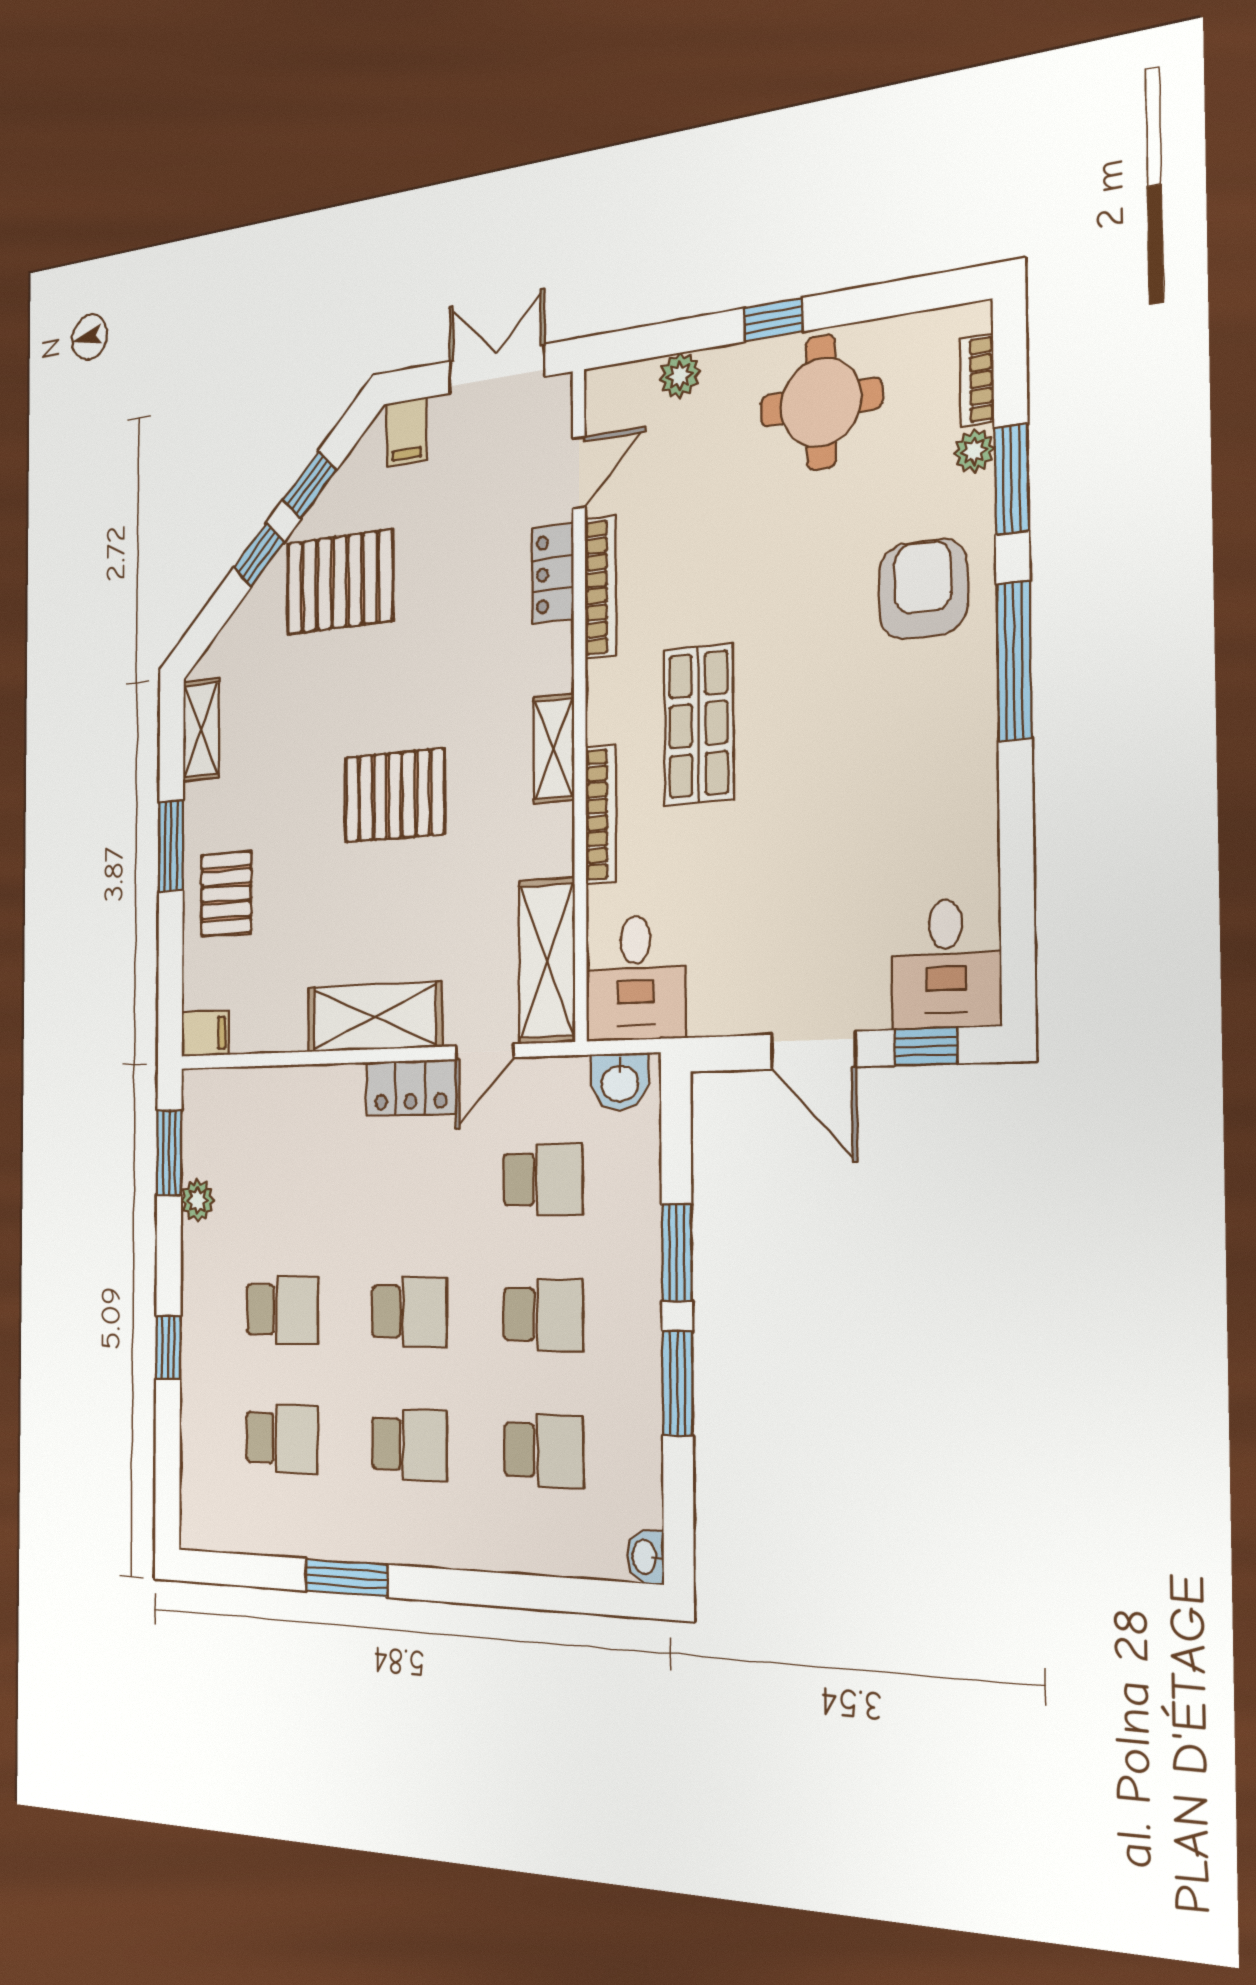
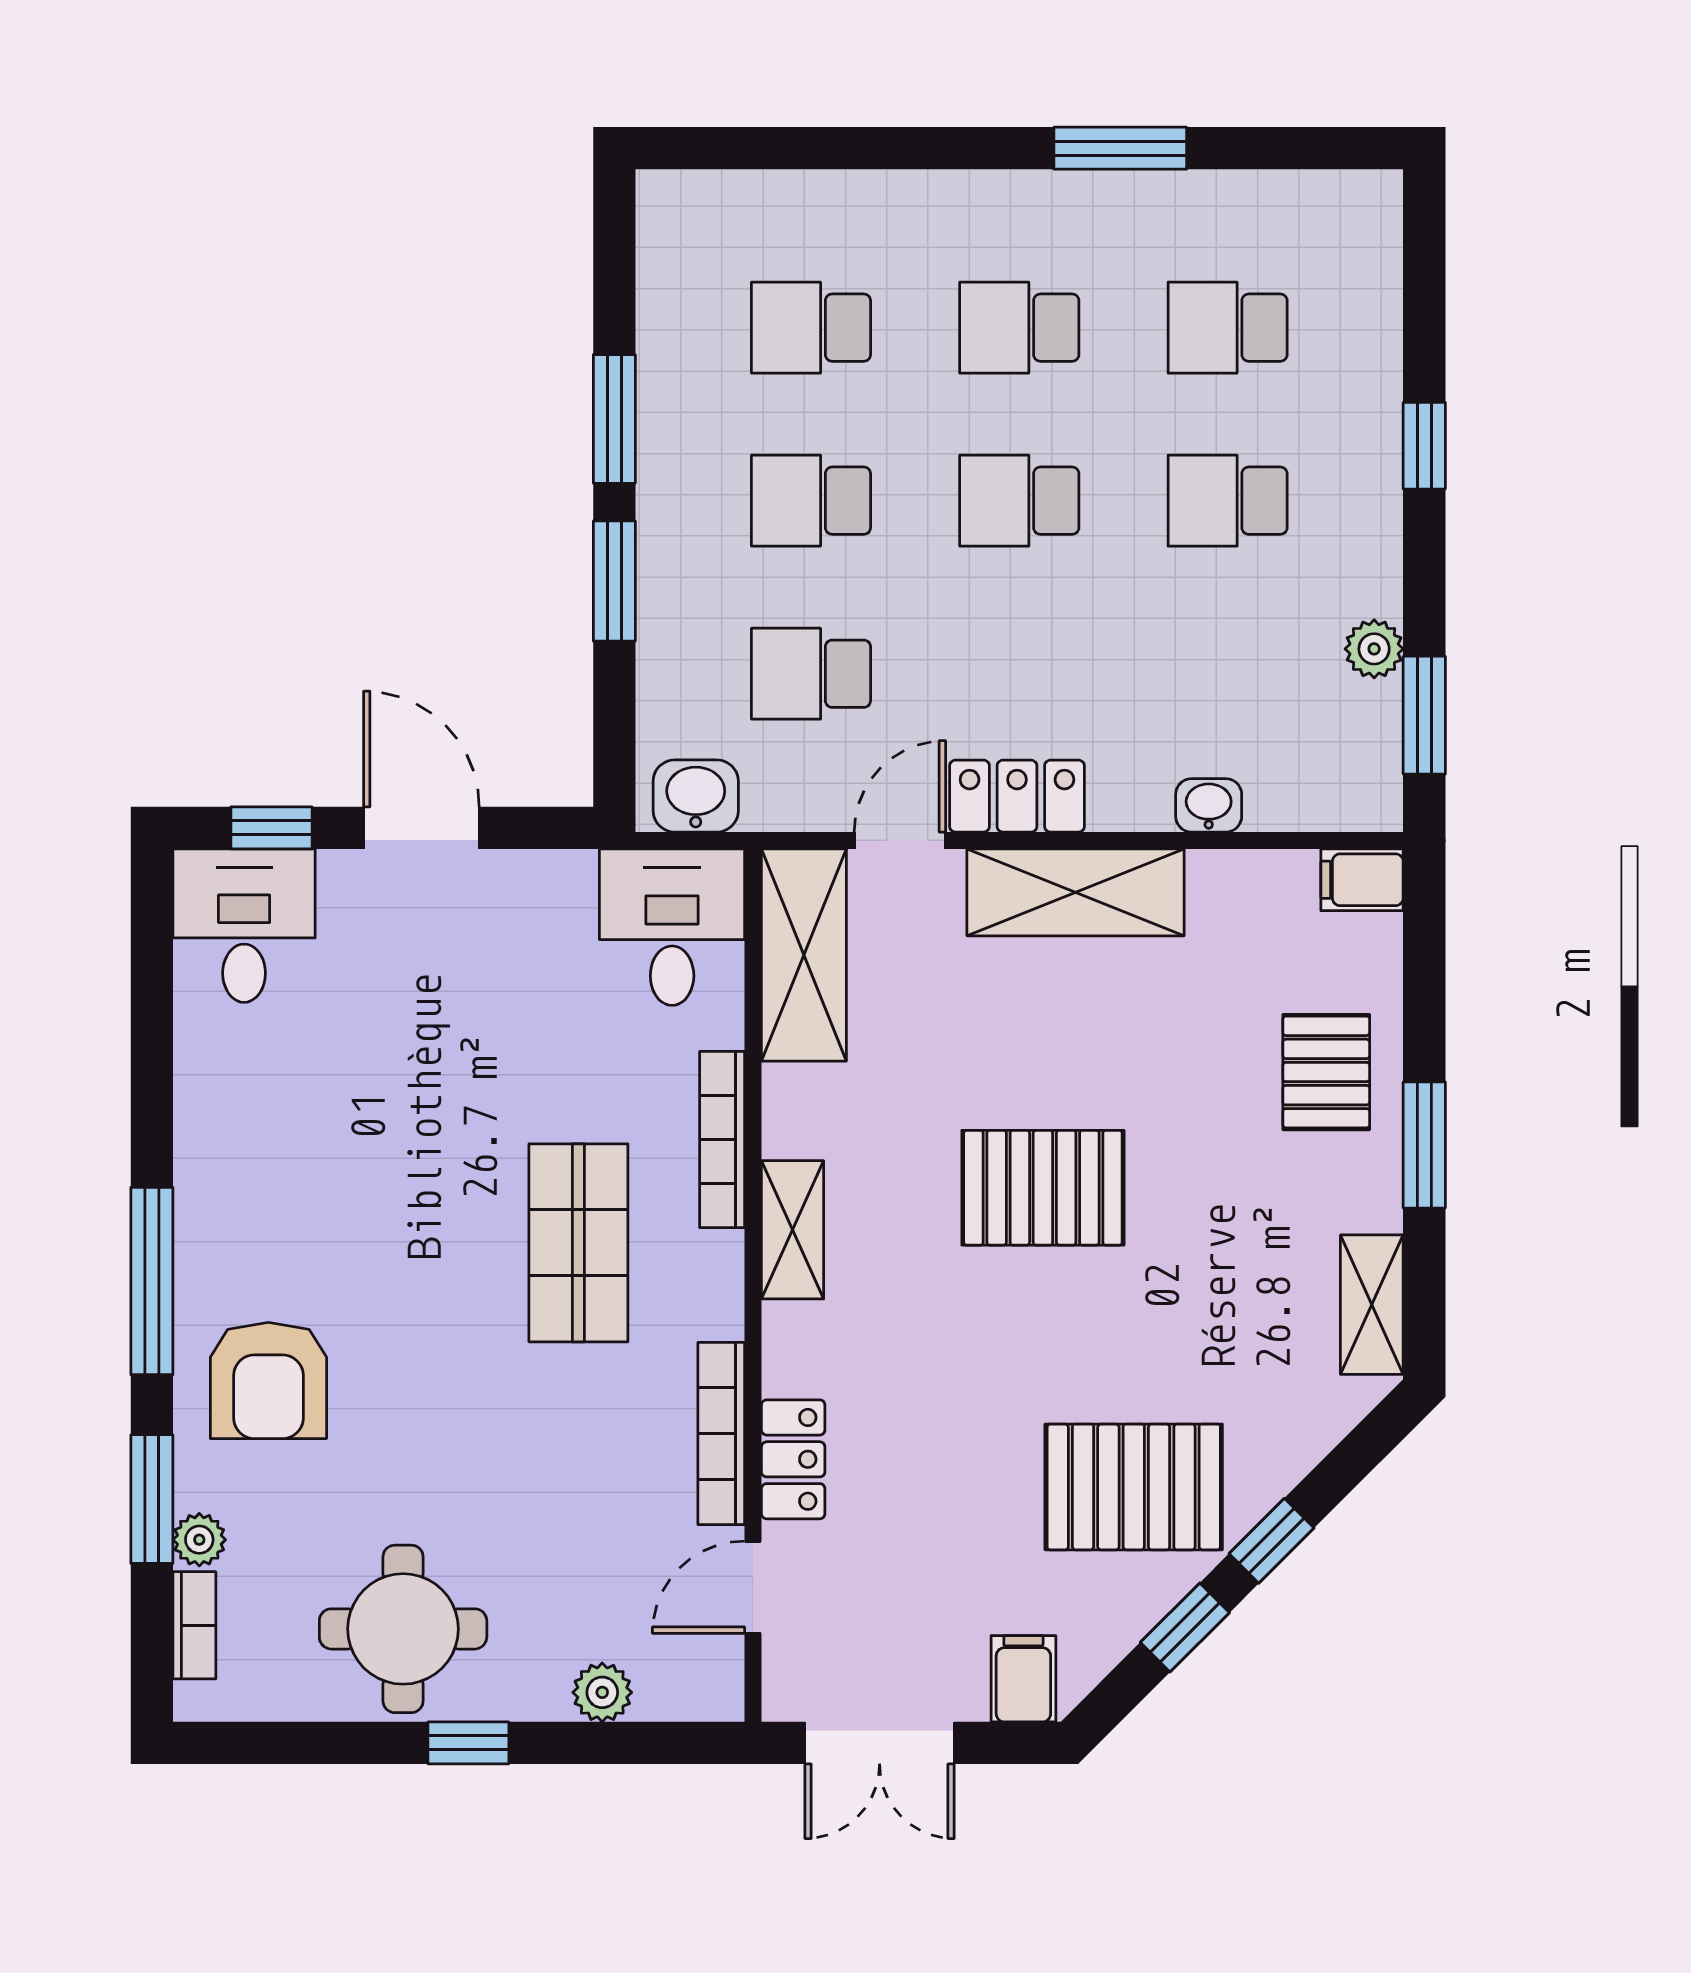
washbasin: (645, 1557) -> (1209, 805), moved, turned -90

